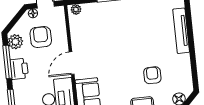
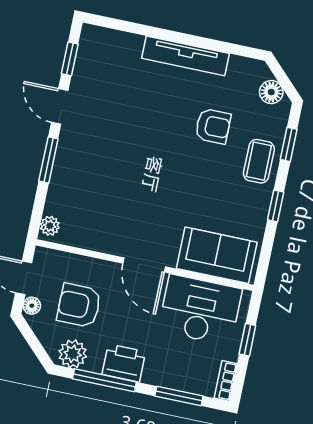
tv unit: (181, 31) -> (185, 56), moved
armchair: (152, 75) -> (213, 126), turned 180

